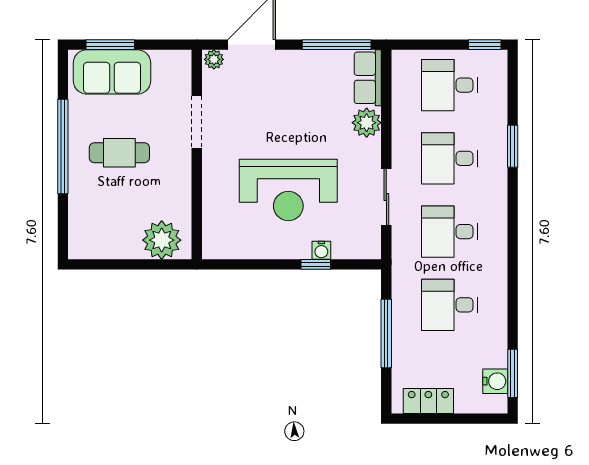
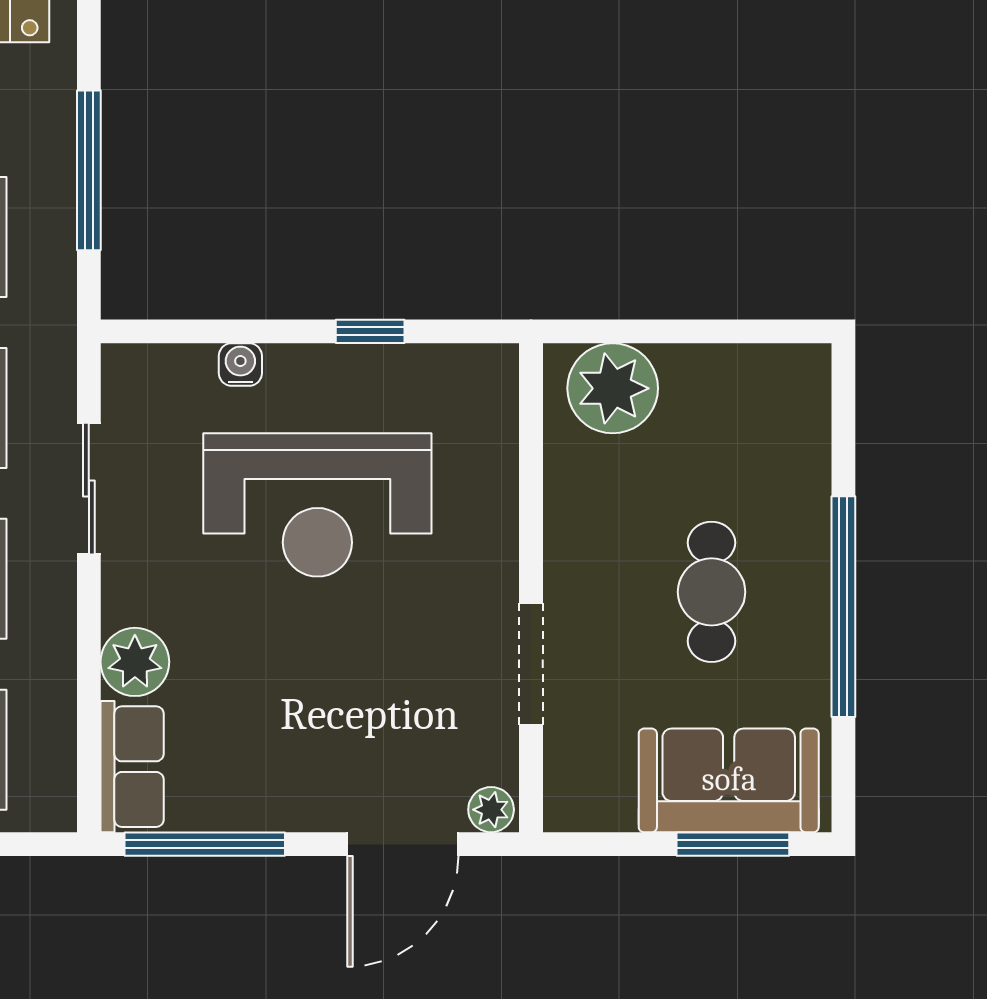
cafe table: (119, 153) -> (712, 592), turned 90
reception desk: (288, 190) -> (317, 505), turned 180
window: (316, 264) -> (370, 331), moved

